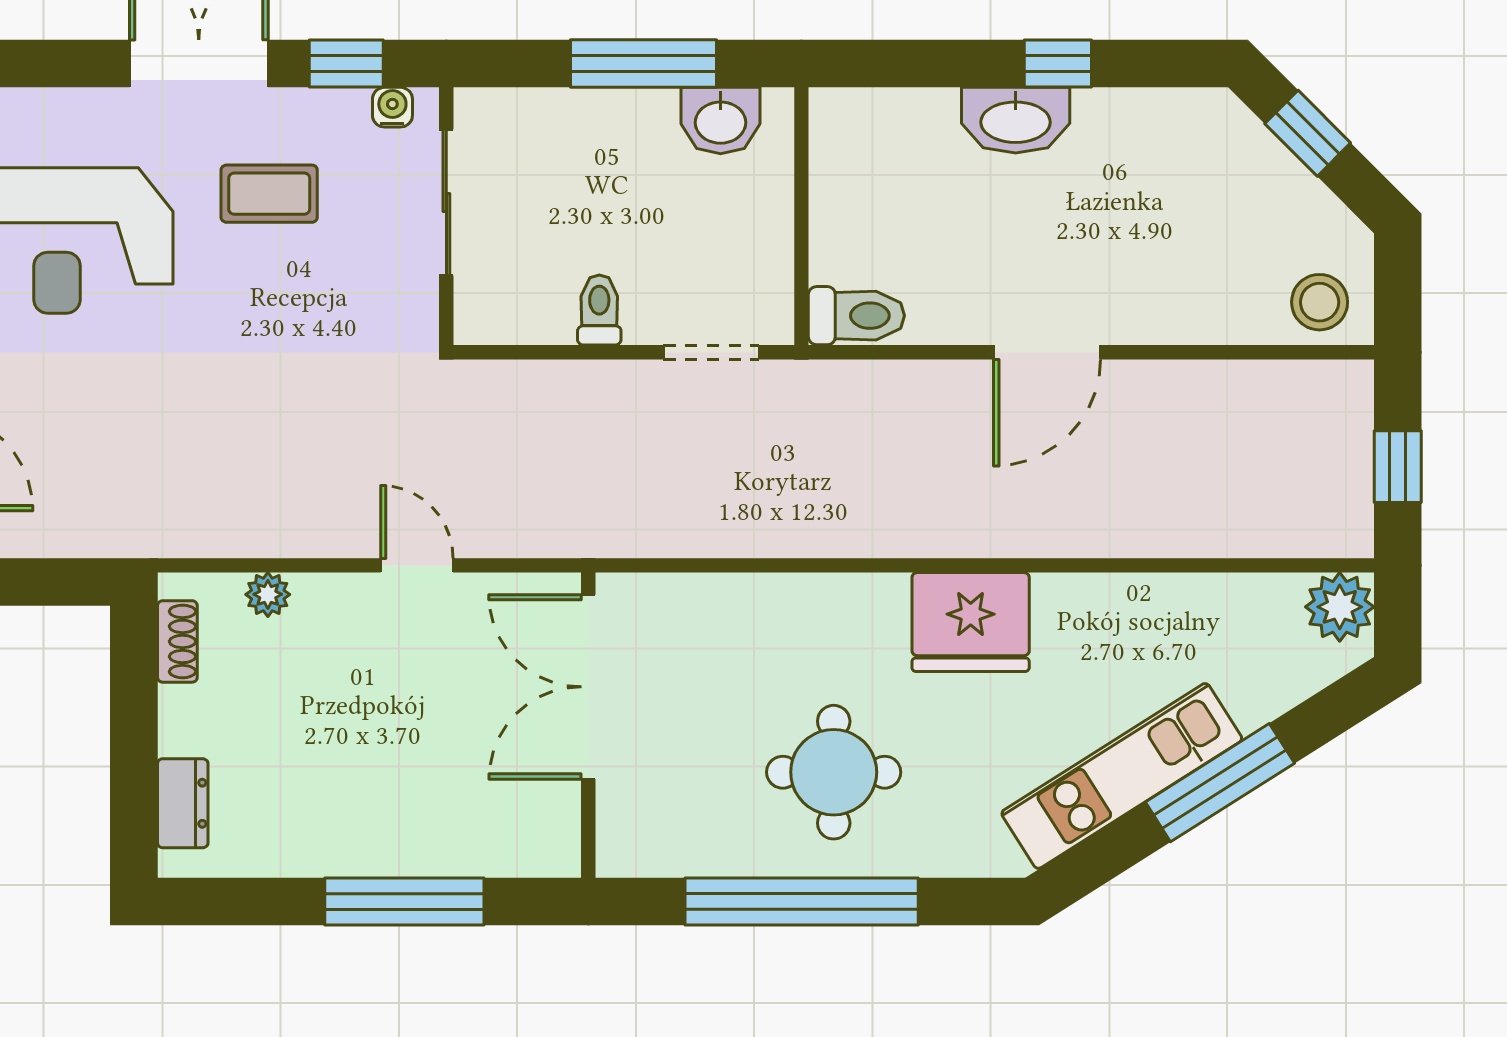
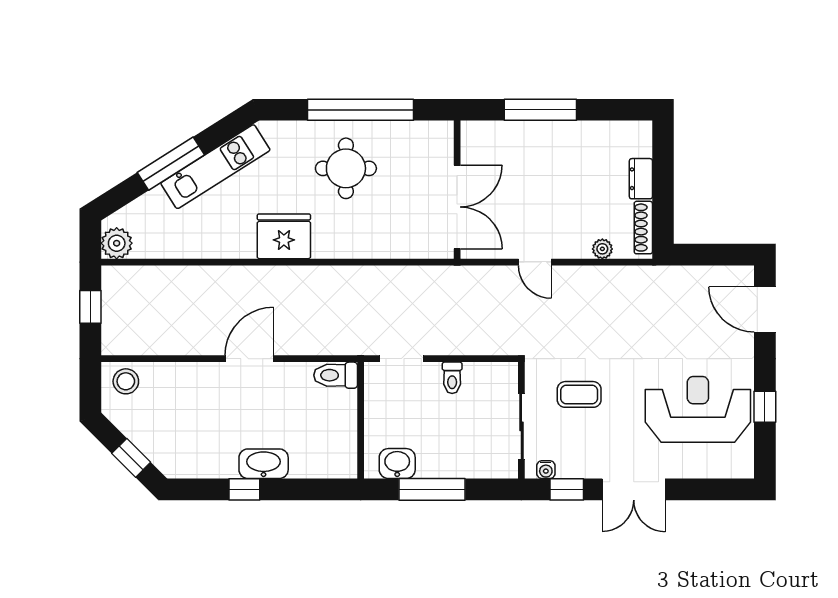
coffee table: (269, 194) -> (579, 394), moved
shoe rack: (177, 641) -> (643, 228), width x1.43
dresser: (183, 803) -> (641, 179), moved

